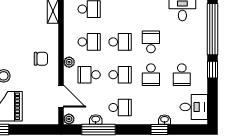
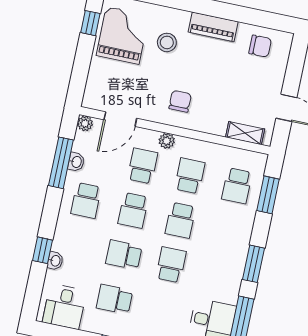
school desk: (89, 42) -> (190, 176), turned 180
school desk: (151, 42) -> (171, 265), turned -90
chair: (41, 59) -> (180, 101), turned 180

